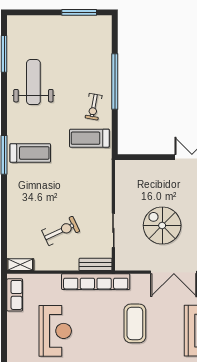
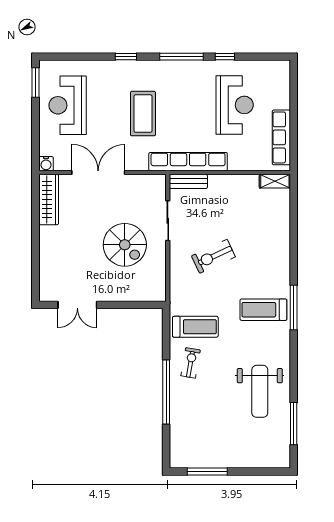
spiral stairs: (162, 225) -> (125, 245), moved
exercise bike: (61, 231) -> (213, 256), moved
row of seats: (15, 295) -> (281, 137), width x1.48
reception desk: (55, 331) -> (235, 105), turned 180

